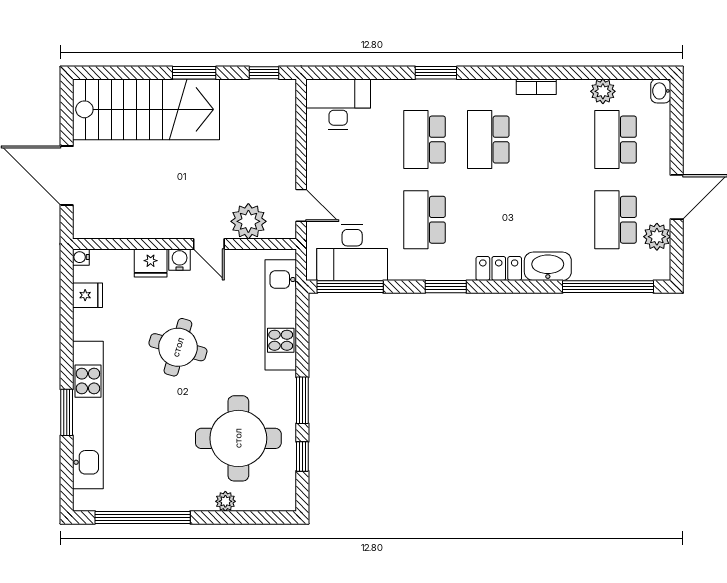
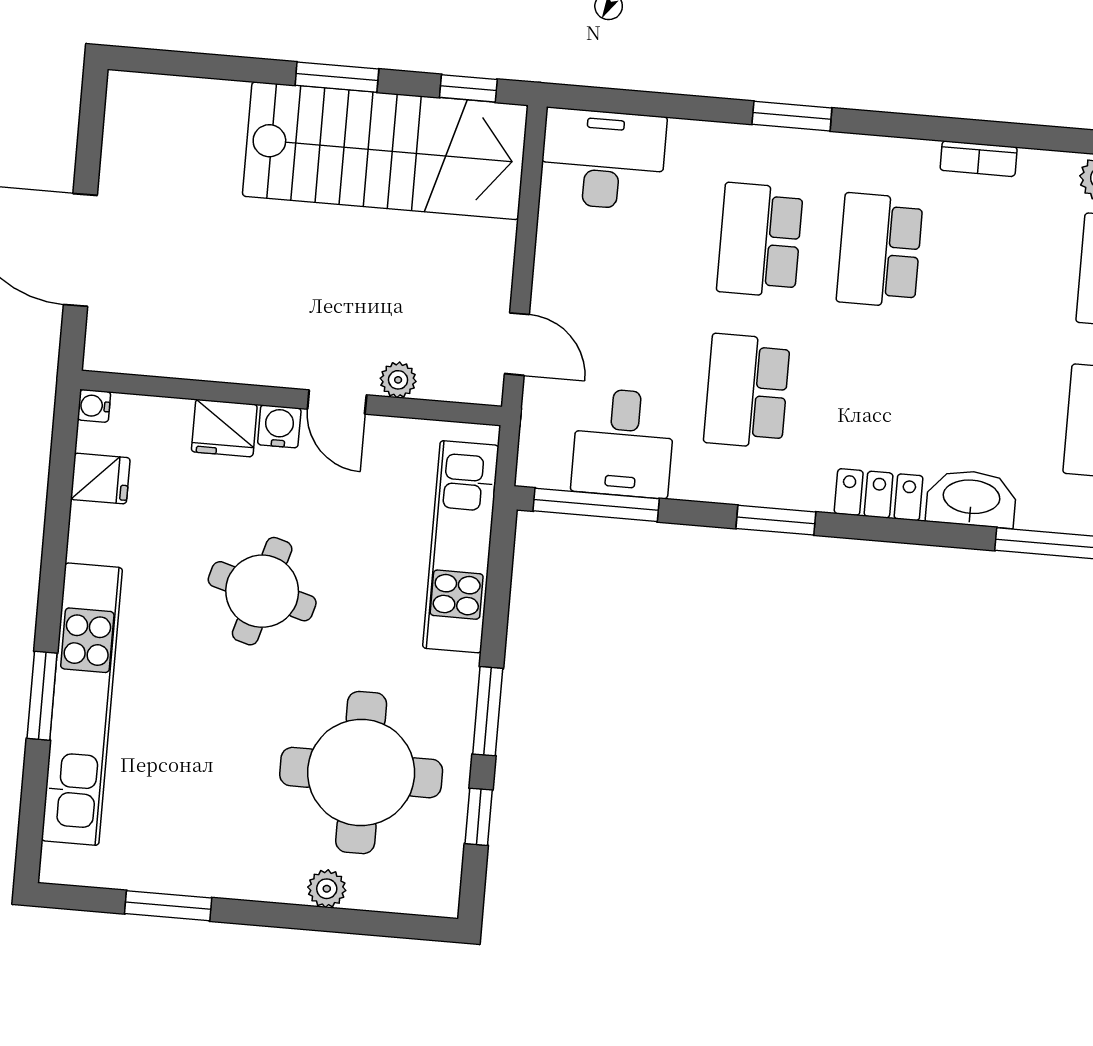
stairs: (146, 109) -> (385, 151), moved
plant: (248, 221) -> (398, 380), width x0.53, depth x0.53
desk: (352, 253) -> (623, 443), width x0.73
window: (143, 517) -> (168, 906), width x0.47

